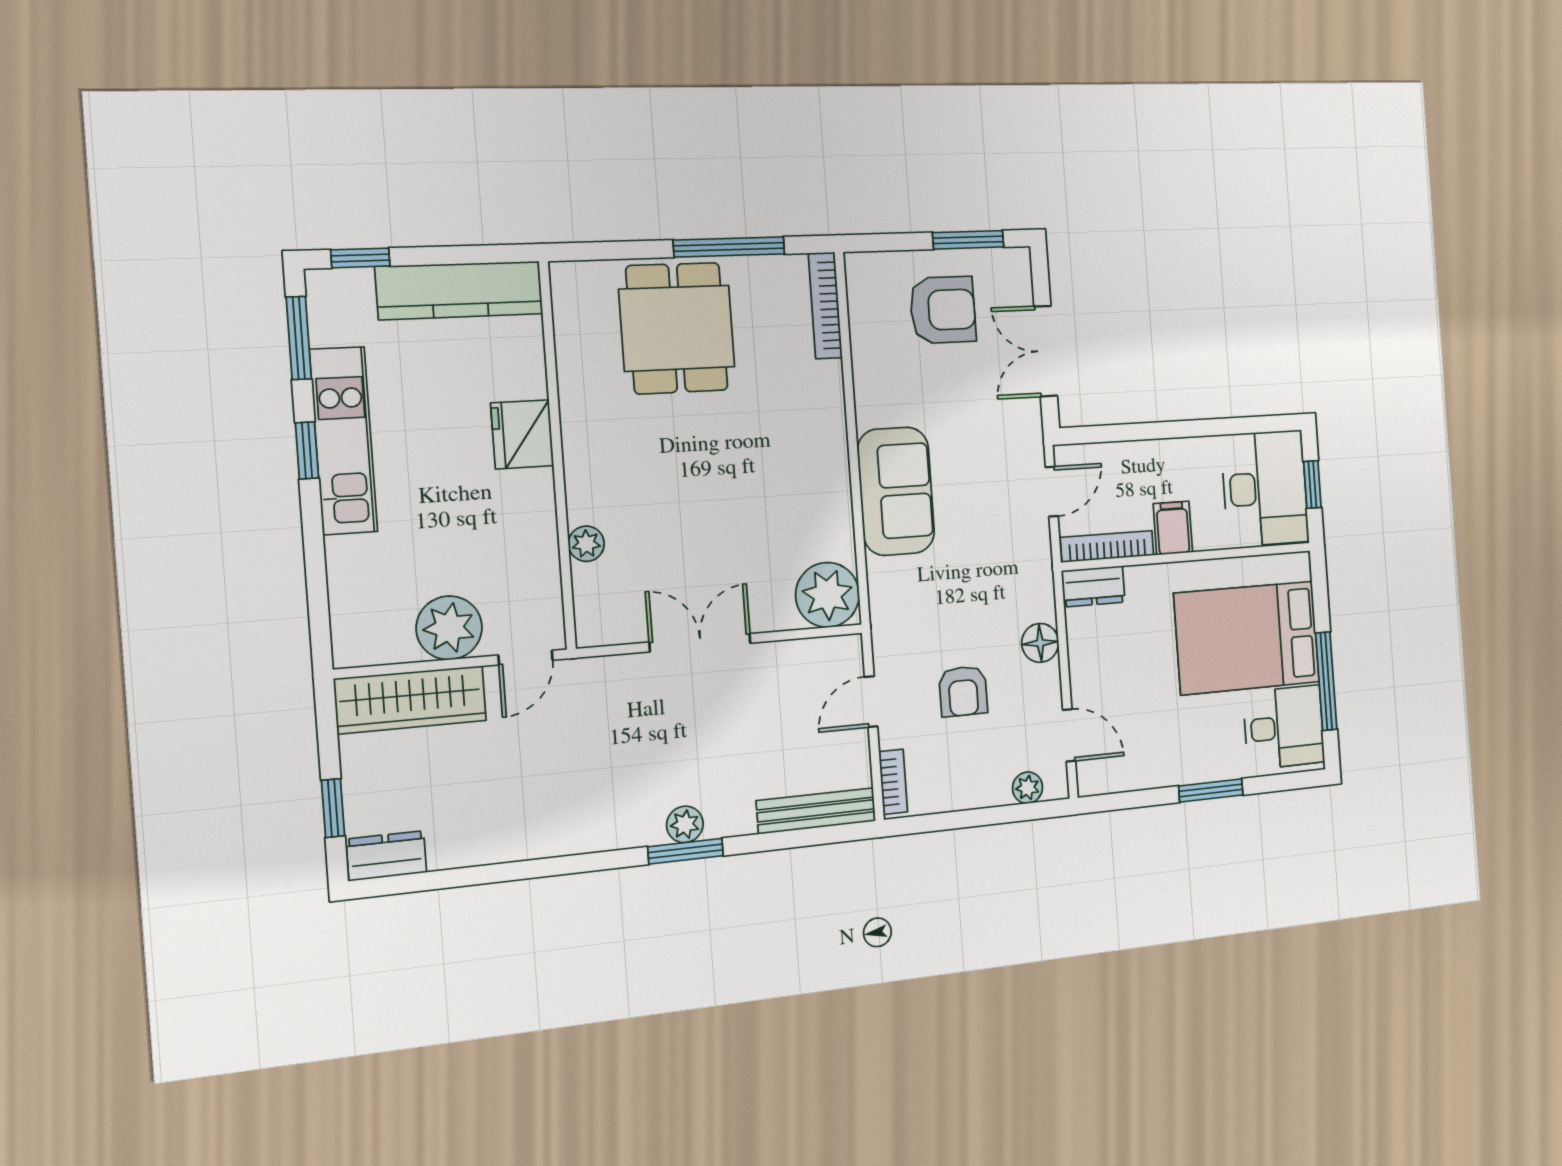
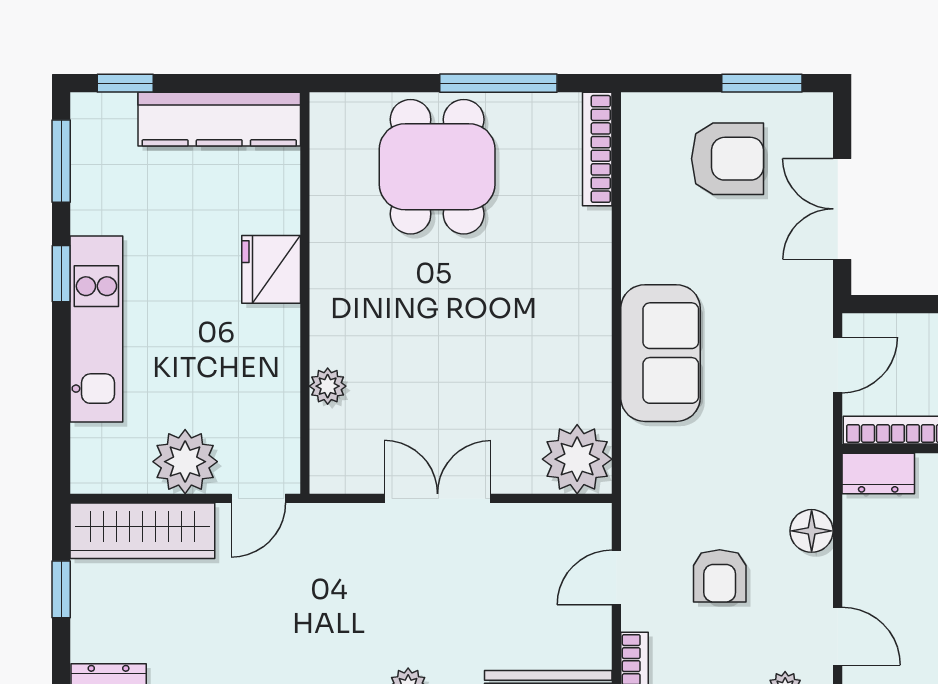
kitchen unit: (344, 441) -> (96, 329), moved
window: (333, 808) -> (61, 589), moved

